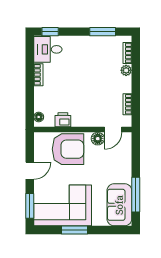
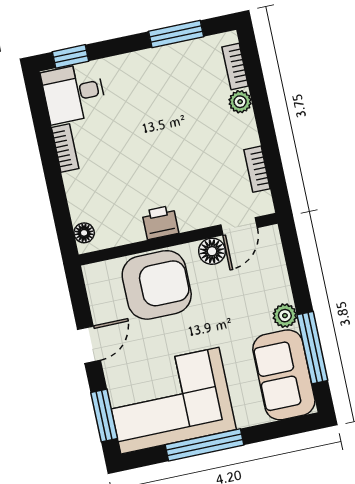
printer: (63, 120) -> (160, 222), moved
plant: (126, 177) -> (285, 316), added
window: (75, 230) -> (205, 445), width x1.44

